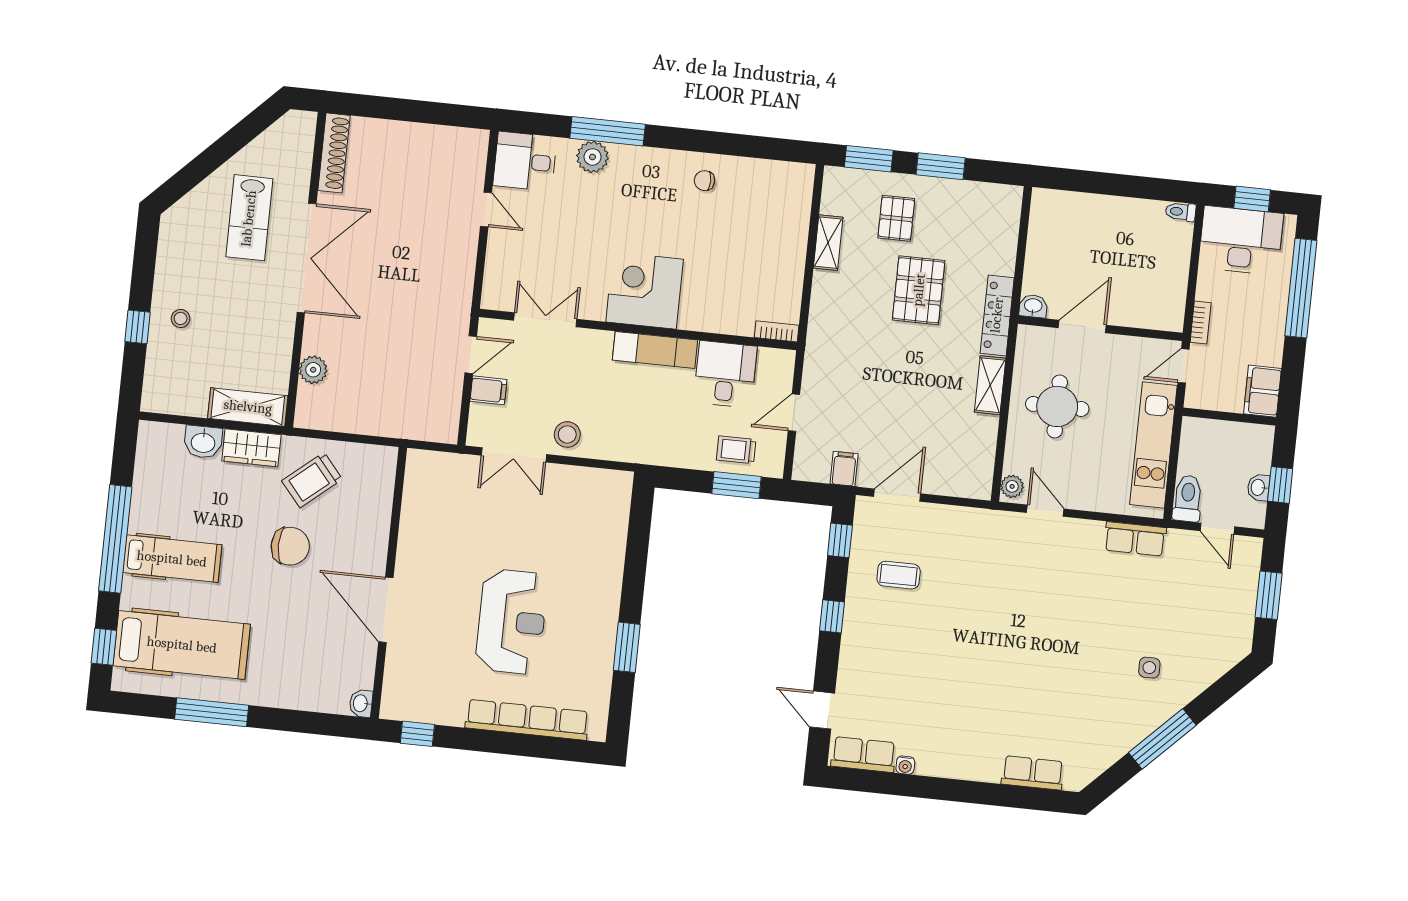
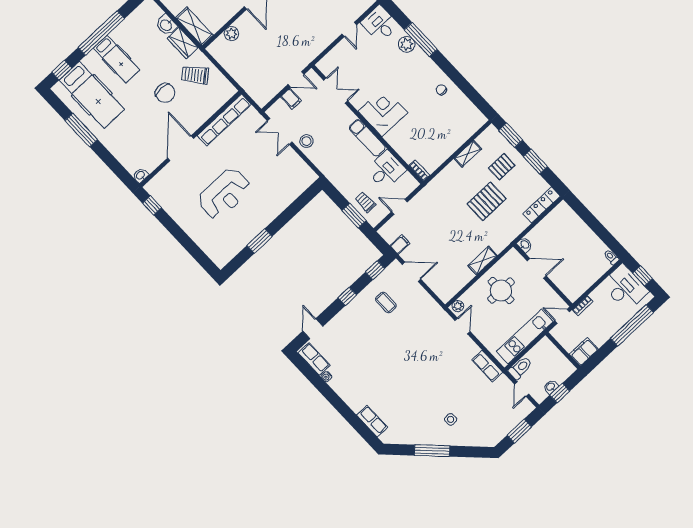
locker: (997, 315) -> (542, 205), moved
row of seats: (527, 720) -> (224, 120), moved, turned 90

